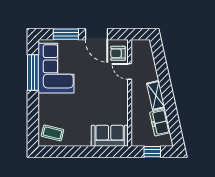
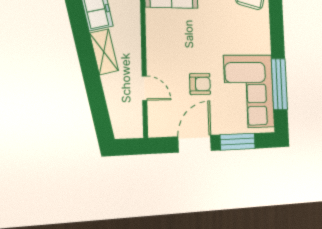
door: (96, 34) -> (195, 144), hinge flipped
armchair: (118, 53) -> (200, 84), moved

